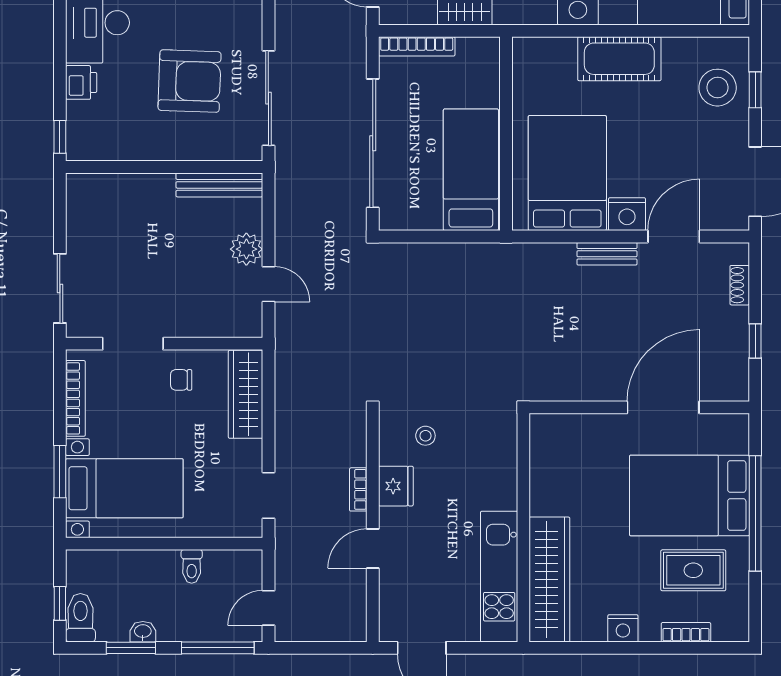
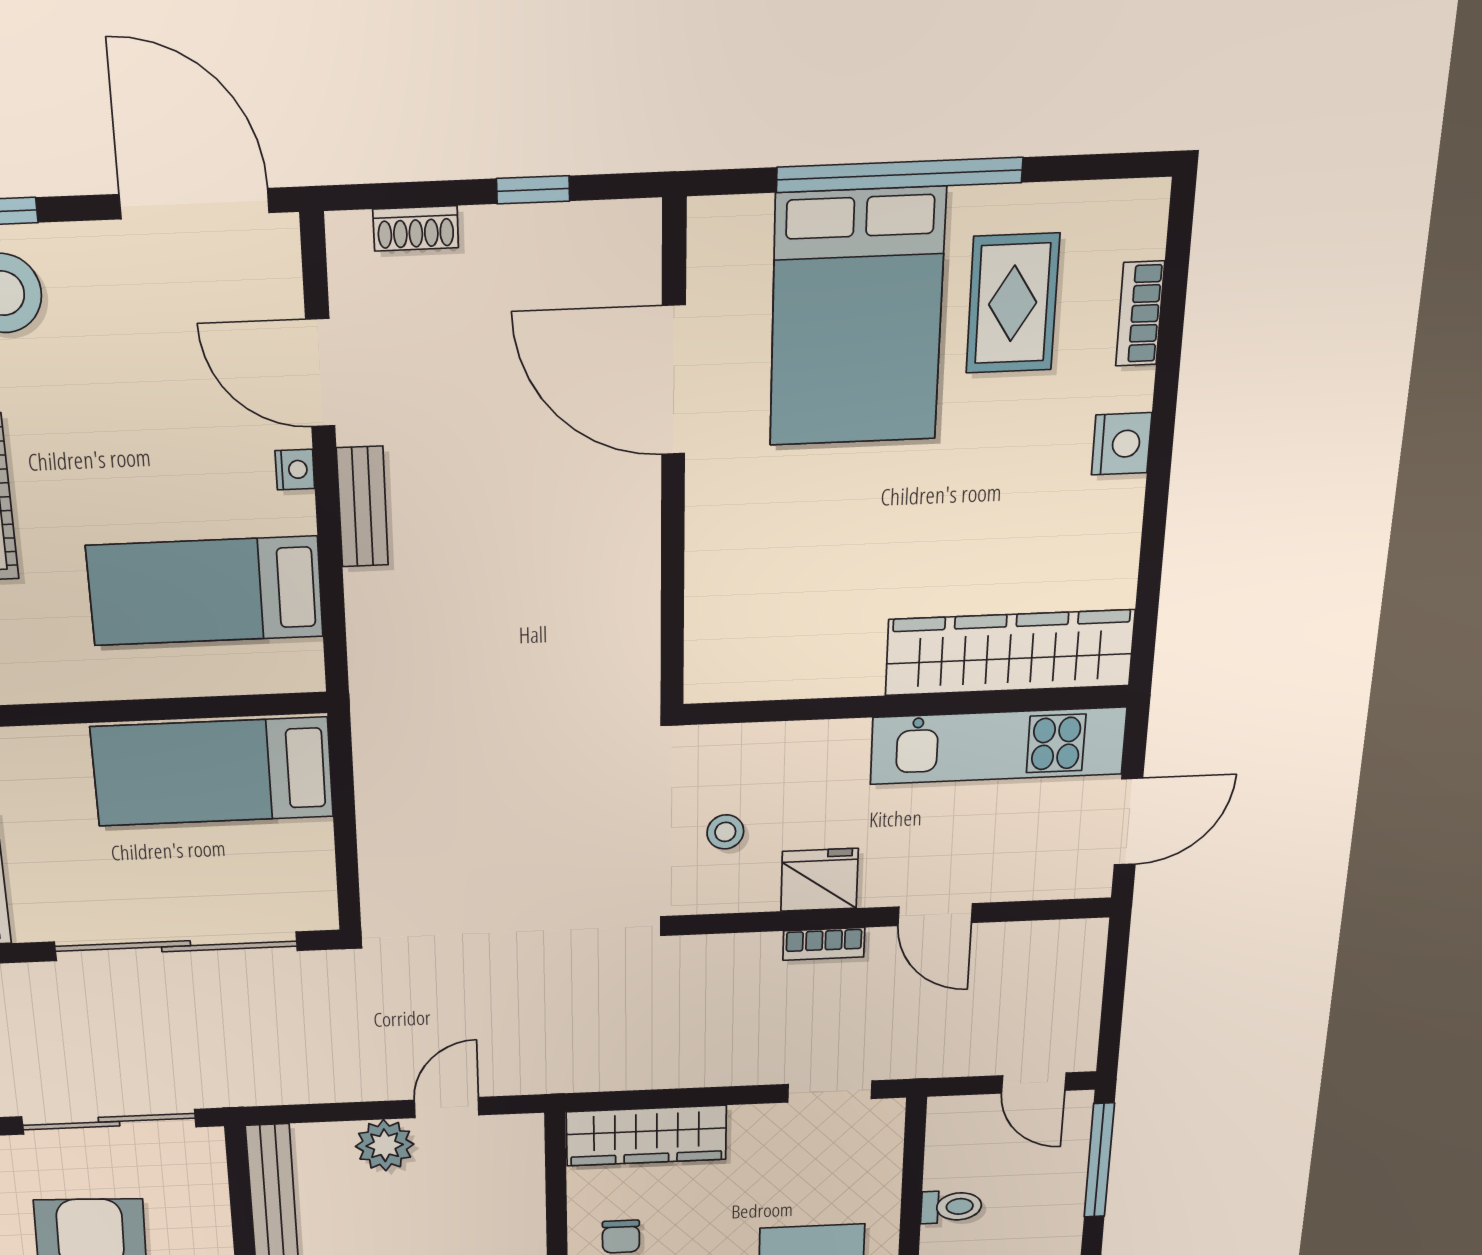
bed: (567, 173) -> (205, 591), width x0.67
nightstand: (627, 214) -> (295, 469), width x0.53, depth x0.56
wall: (523, 528) -> (906, 705), moved
kitchen unit: (499, 577) -> (998, 746), moved
wardrobe: (549, 580) -> (1010, 653), moved

